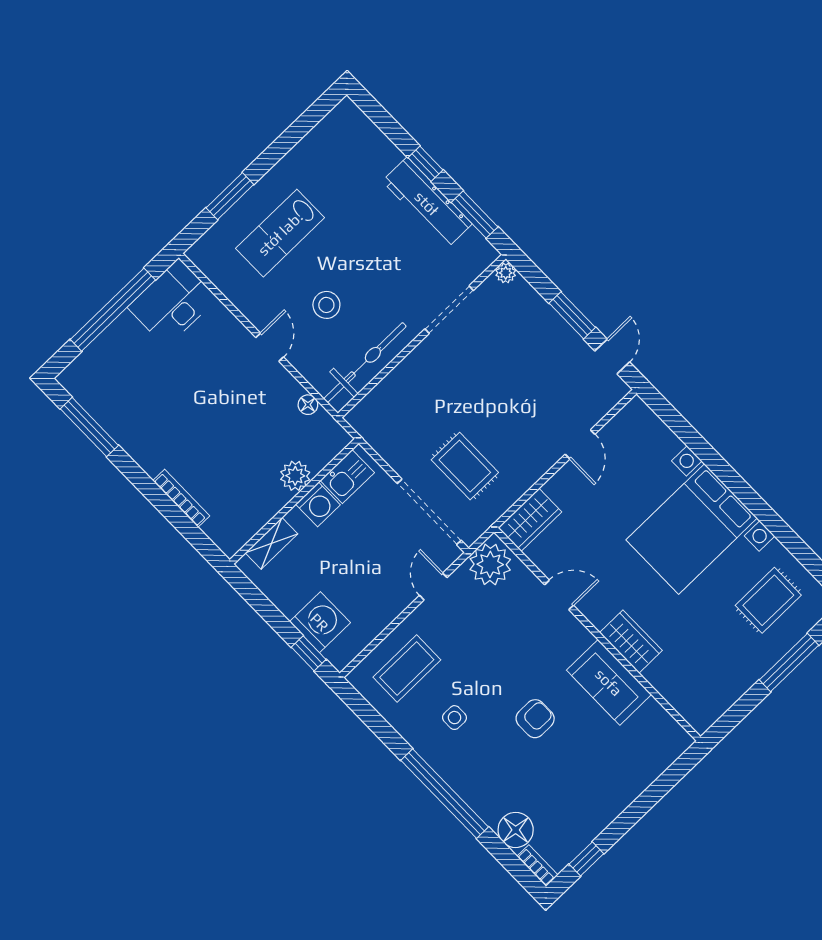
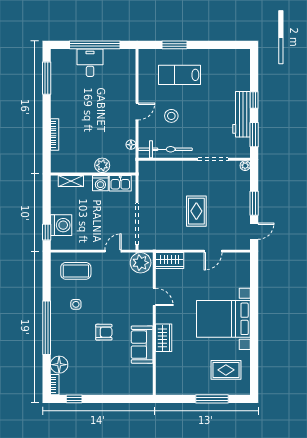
desk: (172, 303) -> (90, 63), moved, width x0.73
rug: (465, 466) -> (196, 211), moved

